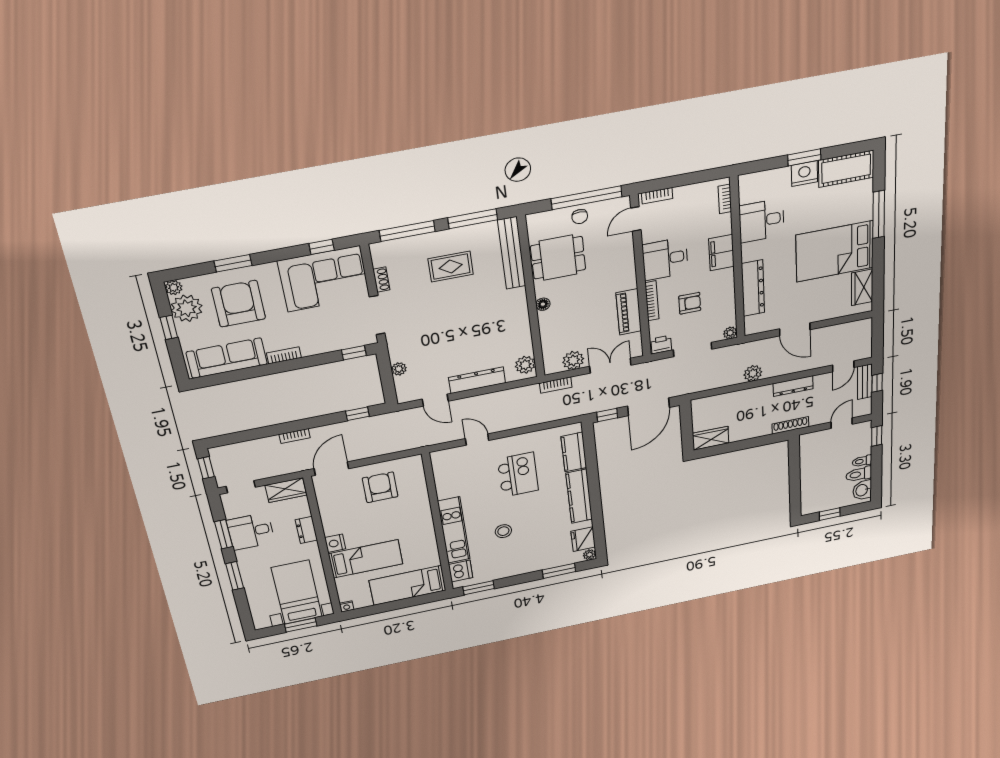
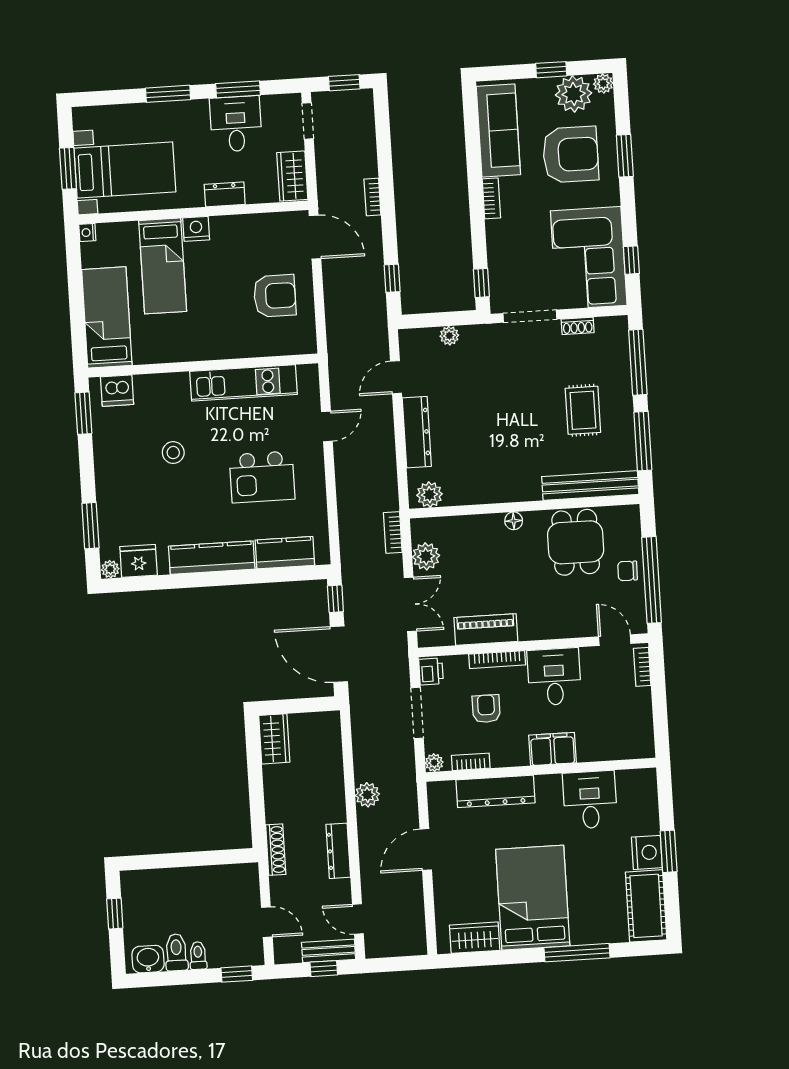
bookcase: (725, 199) -> (471, 762), moved
armchair: (690, 303) -> (486, 709), turned 180
kitchen unit: (454, 530) -> (243, 383), moved

